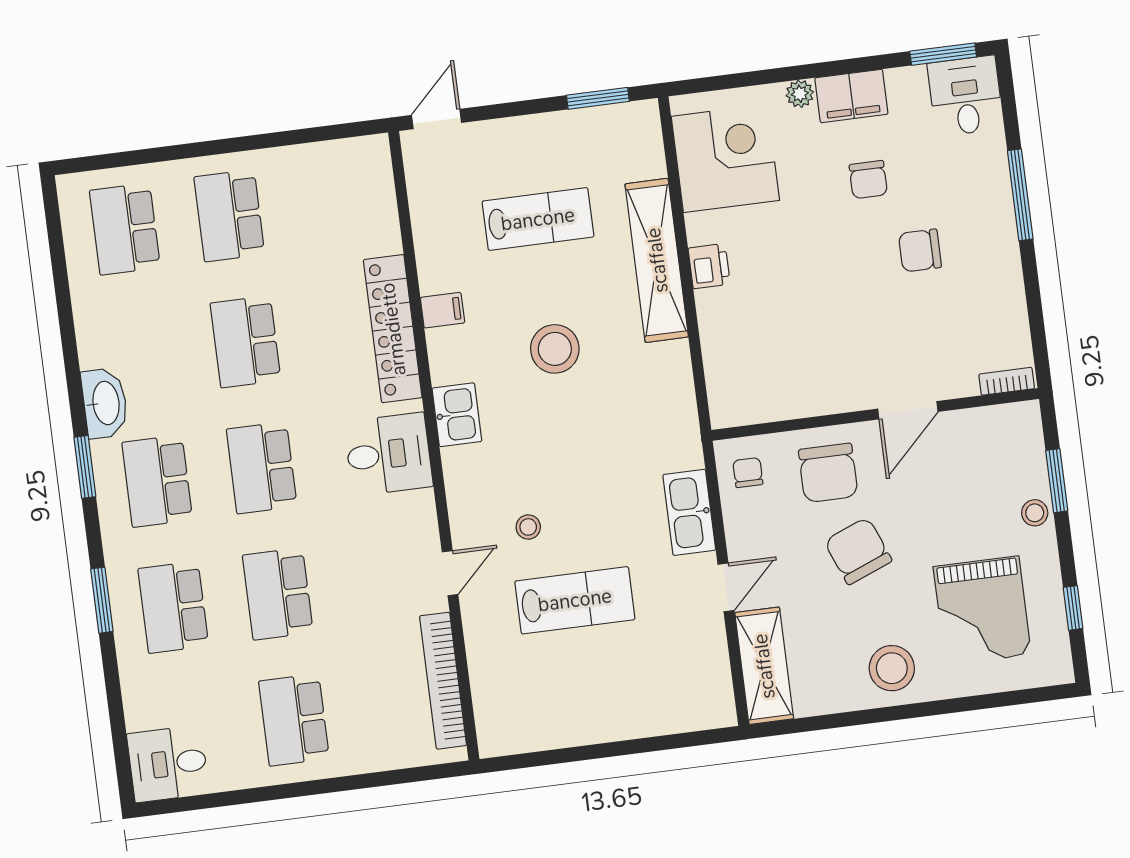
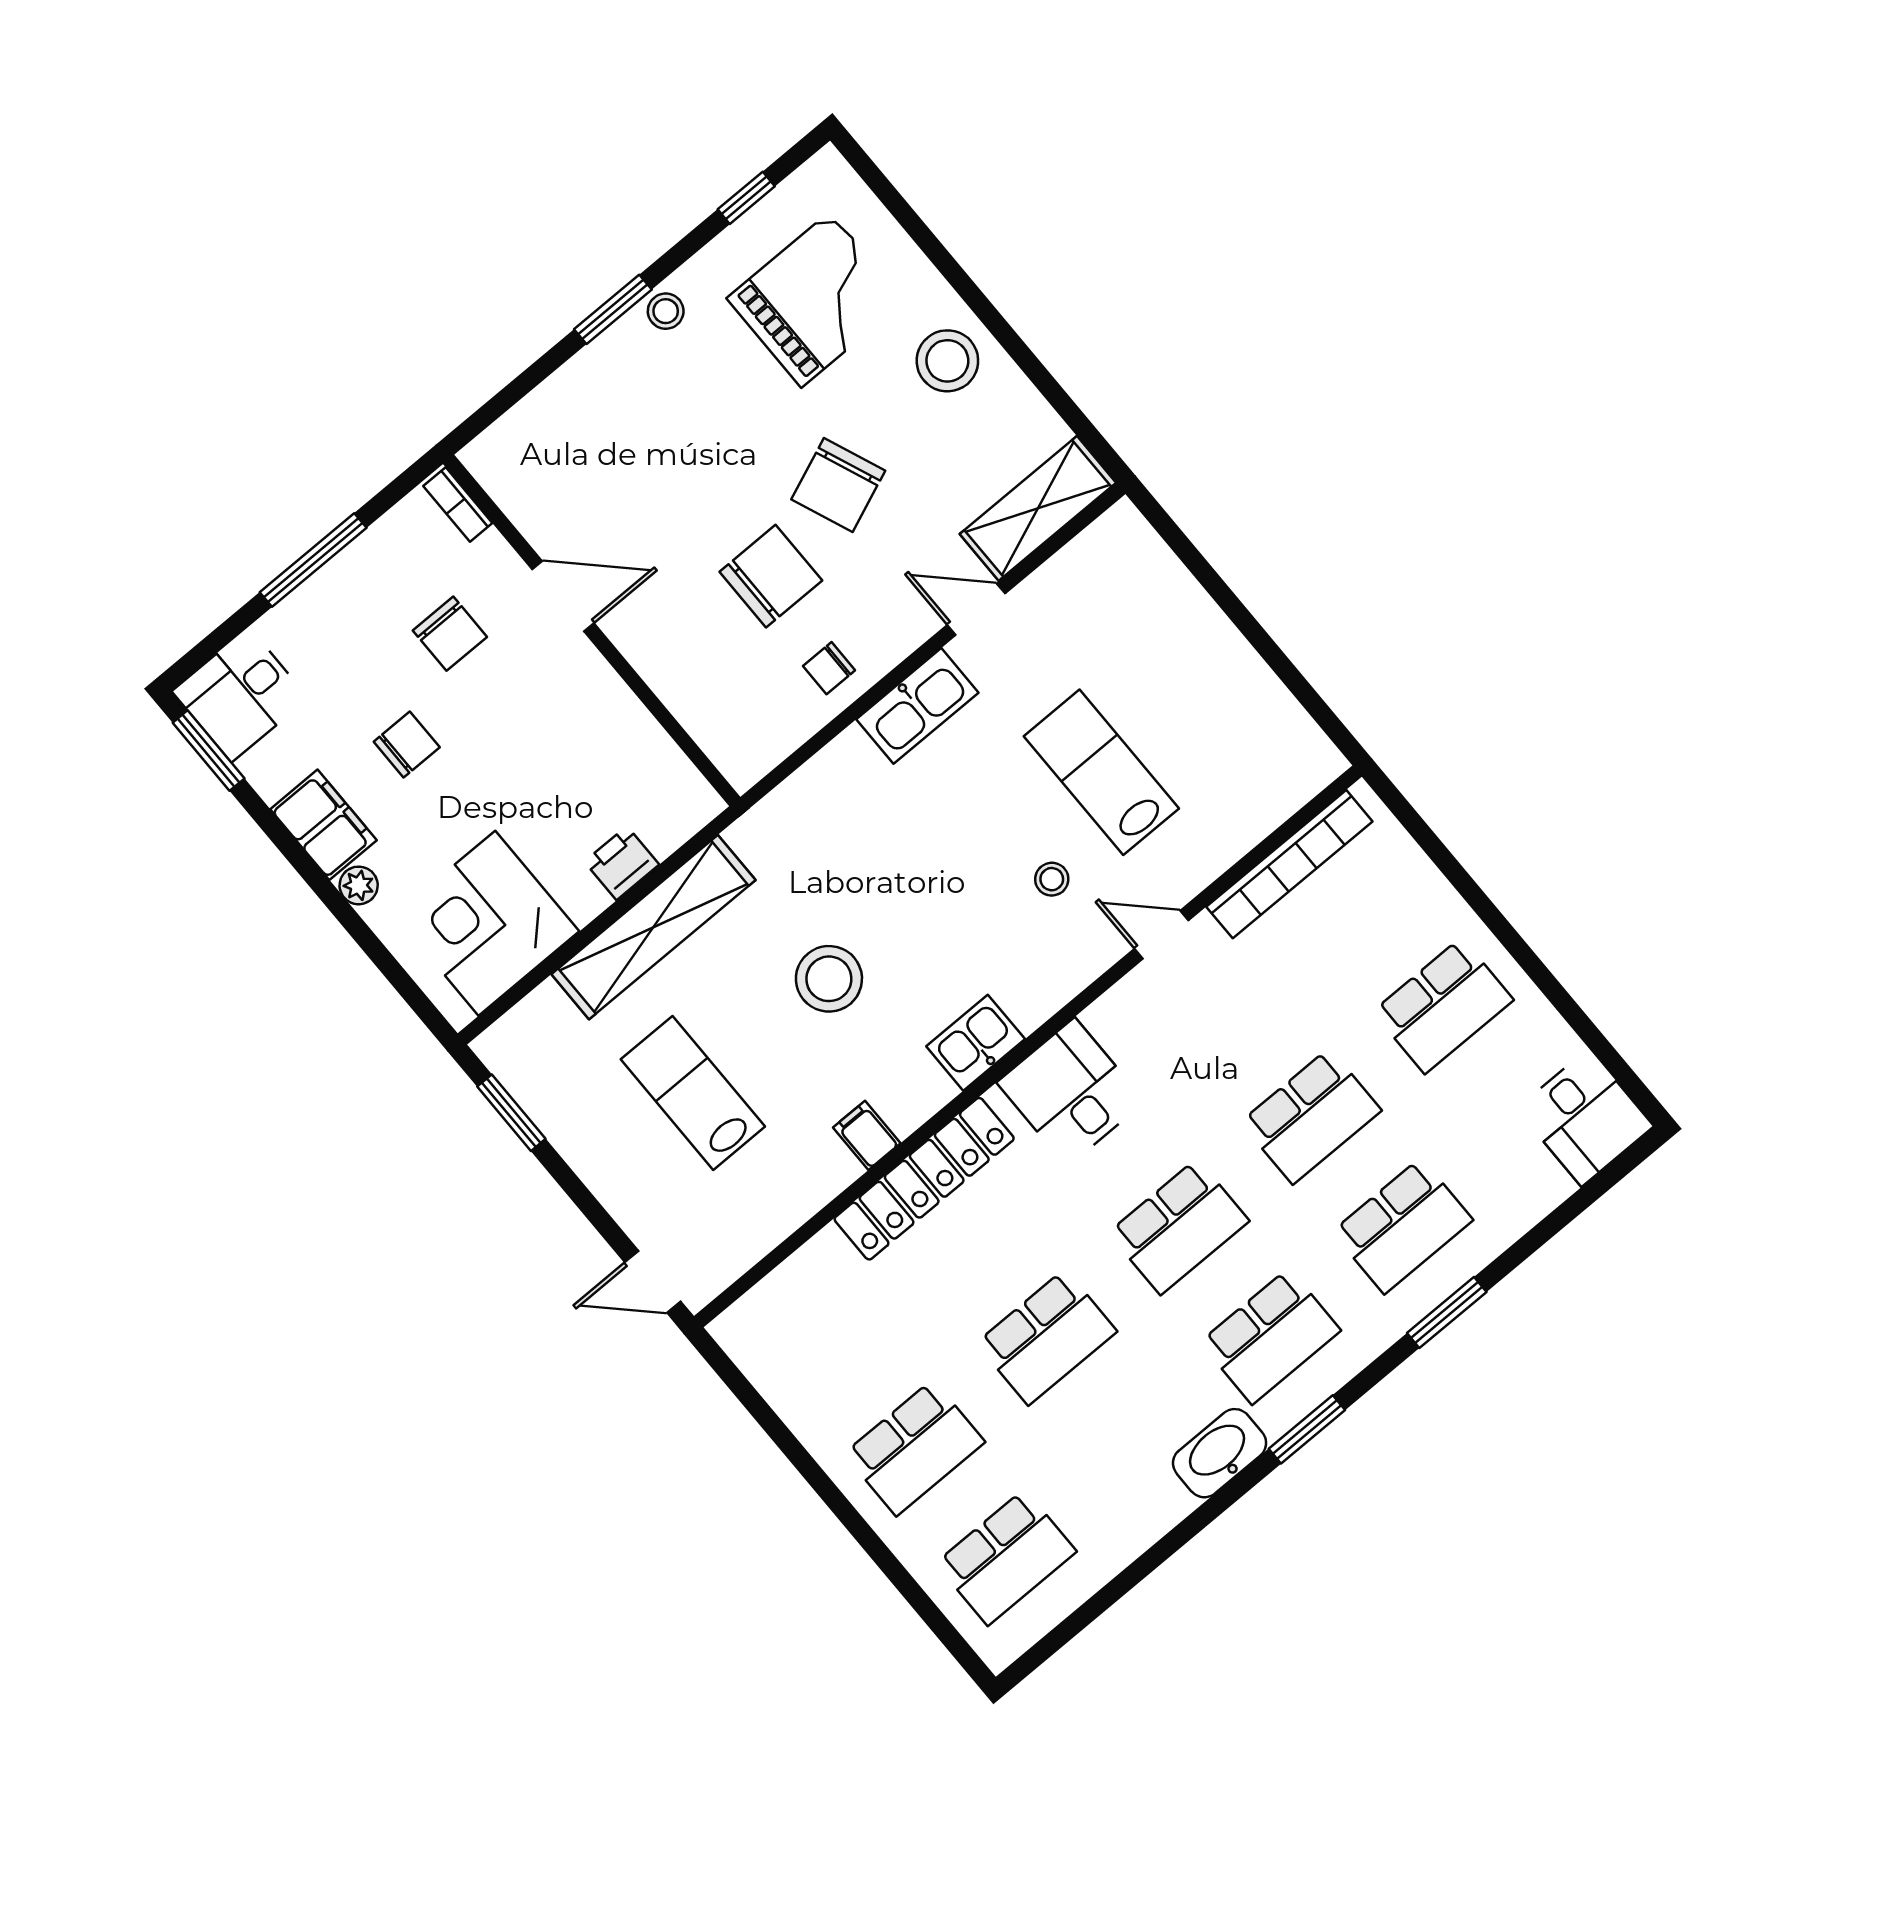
bookcase: (1007, 381) -> (458, 504), moved
door: (908, 410) -> (563, 596), moved
wall: (875, 414) -> (592, 630), moved

